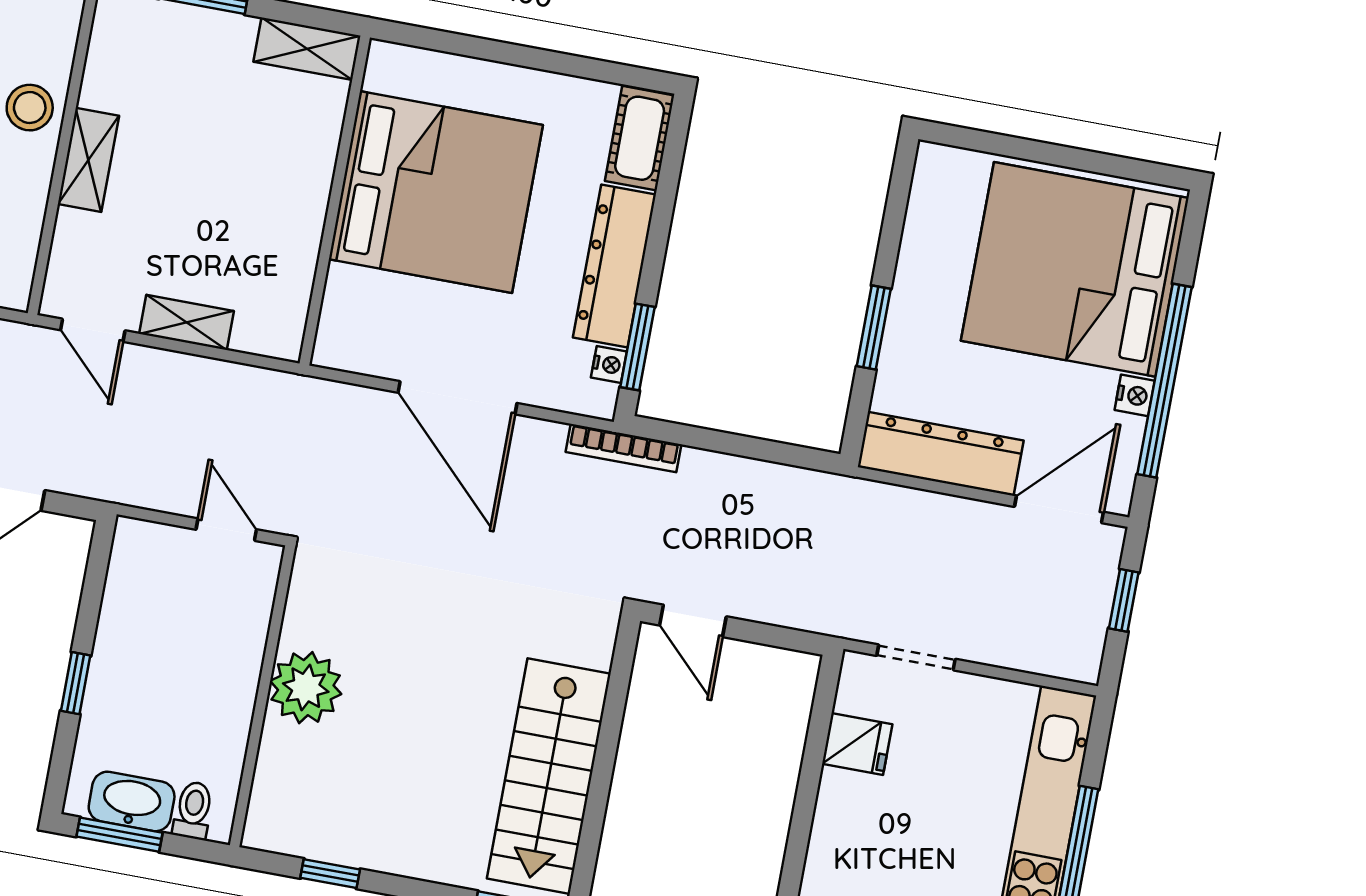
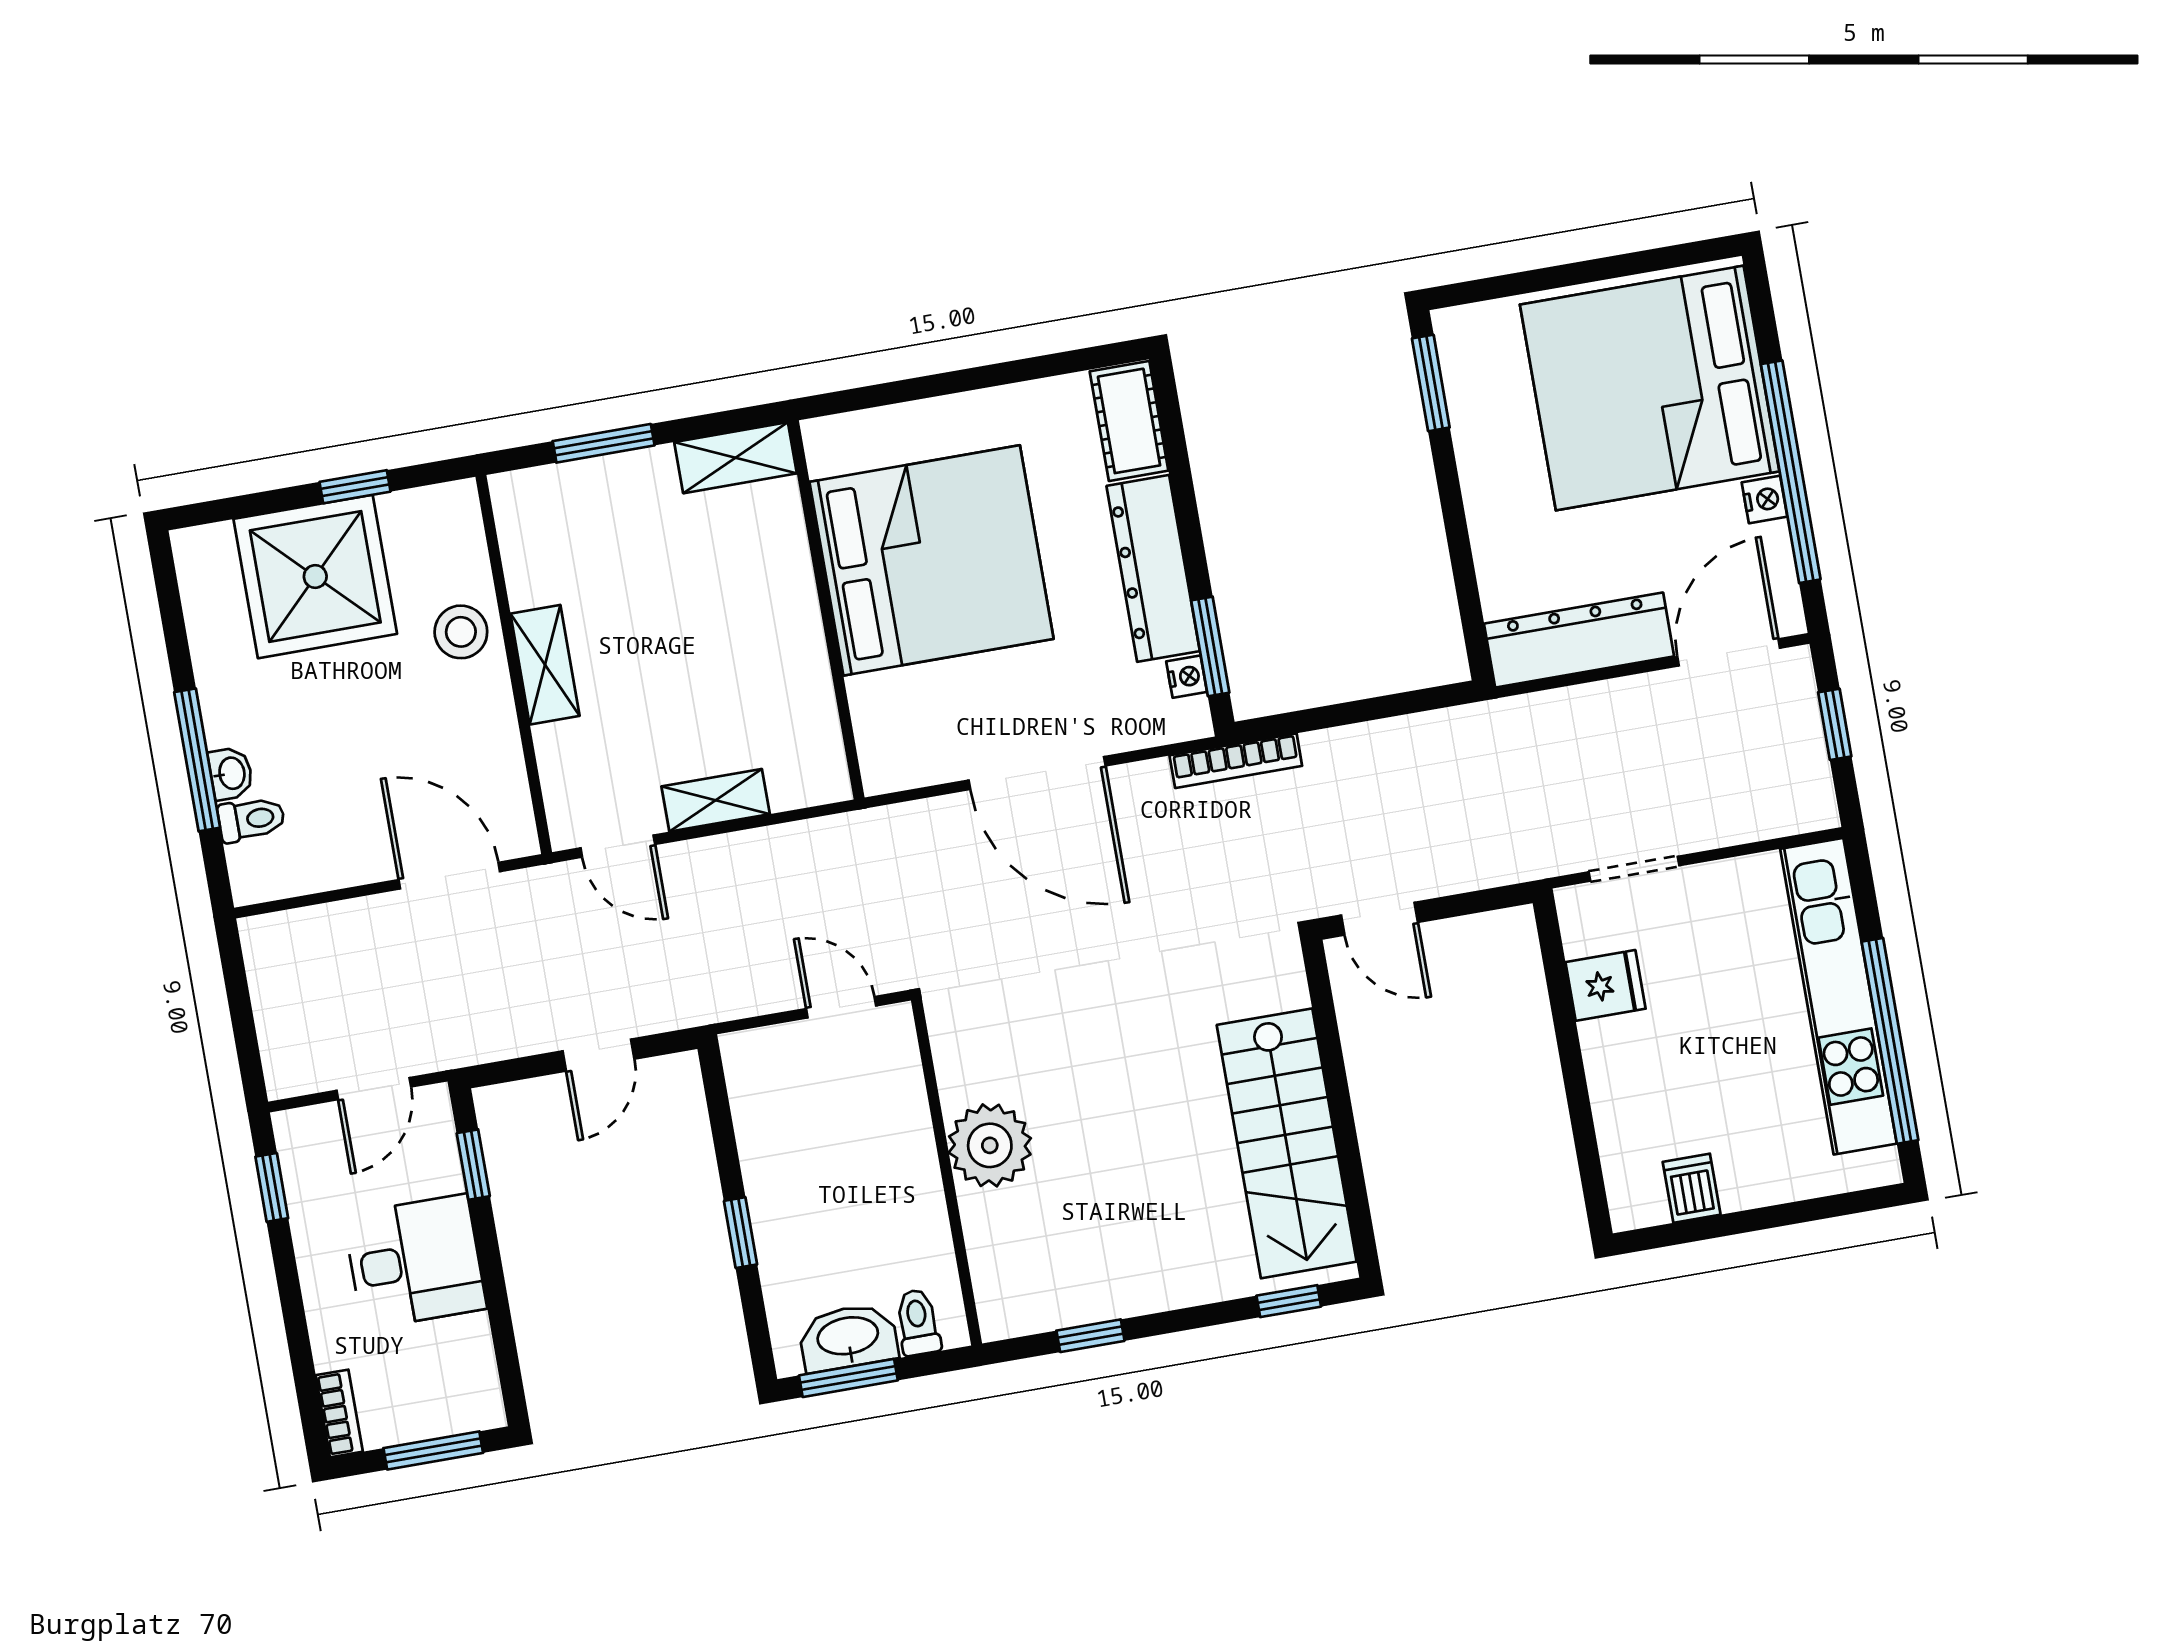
window: (874, 328) -> (1431, 383), moved

